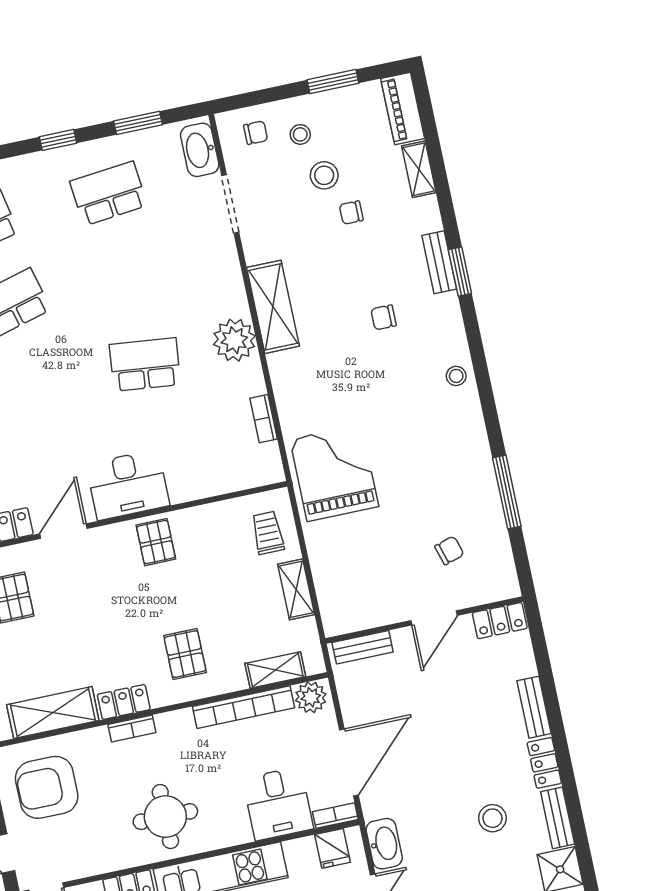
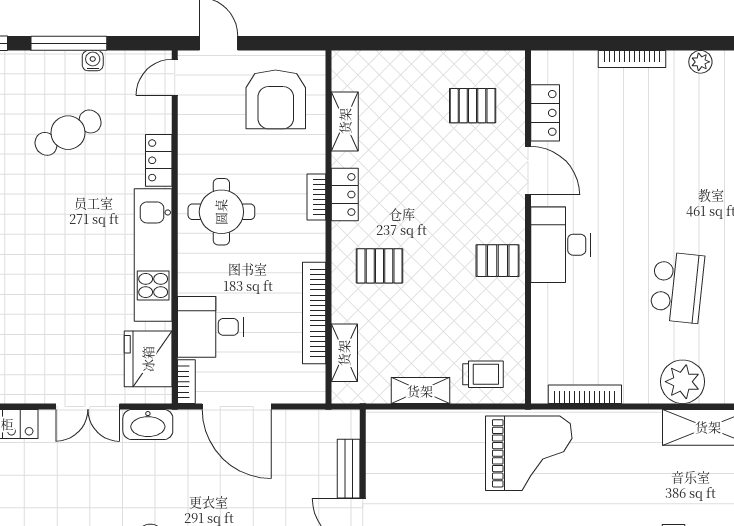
bookcase: (264, 419) -> (585, 394), width x1.56
bench: (363, 647) -> (349, 469), moved
plant: (311, 697) -> (310, 382), removed
shelving: (53, 713) -> (345, 121), width x0.67, depth x0.75
armchair: (47, 787) -> (276, 99), turned 180
fridge: (333, 848) -> (148, 359), width x1.88, depth x1.34

